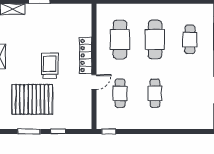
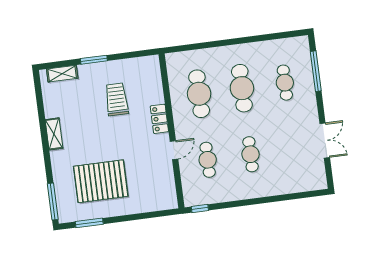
locker: (86, 55) -> (159, 119), width x0.66
trolley: (50, 66) -> (117, 99), moved
window: (29, 131) -> (89, 223), moved
window: (58, 131) -> (138, 217), removed

